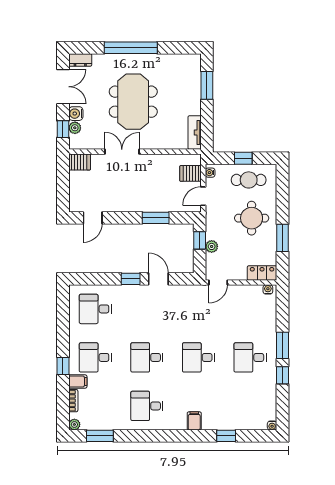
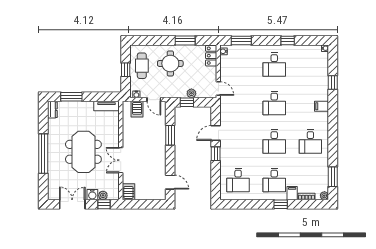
dresser: (80, 60) -> (52, 110), moved
meeting table: (133, 102) -> (83, 152), turned 90
window: (282, 345) -> (241, 40), moved

